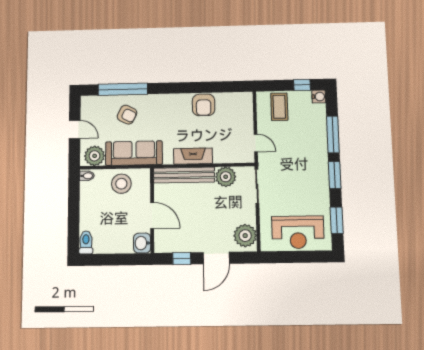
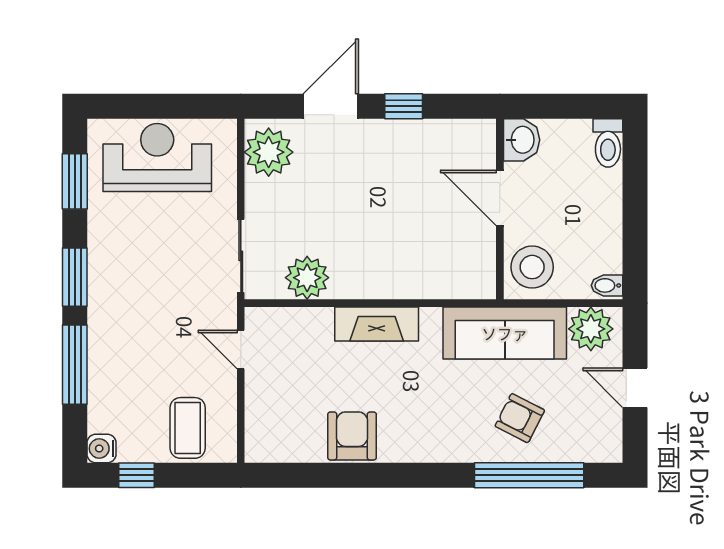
bench: (184, 175) -> (397, 283), removed
wall: (152, 210) -> (500, 209), moved
door: (152, 215) -> (500, 198), moved
washbasin: (142, 243) -> (522, 140), moved

